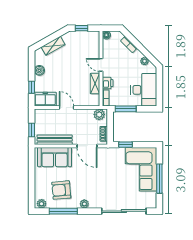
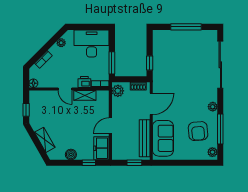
door: (101, 65) -> (65, 89), hinge flipped
corner sofa: (141, 169) -> (176, 46), removed

